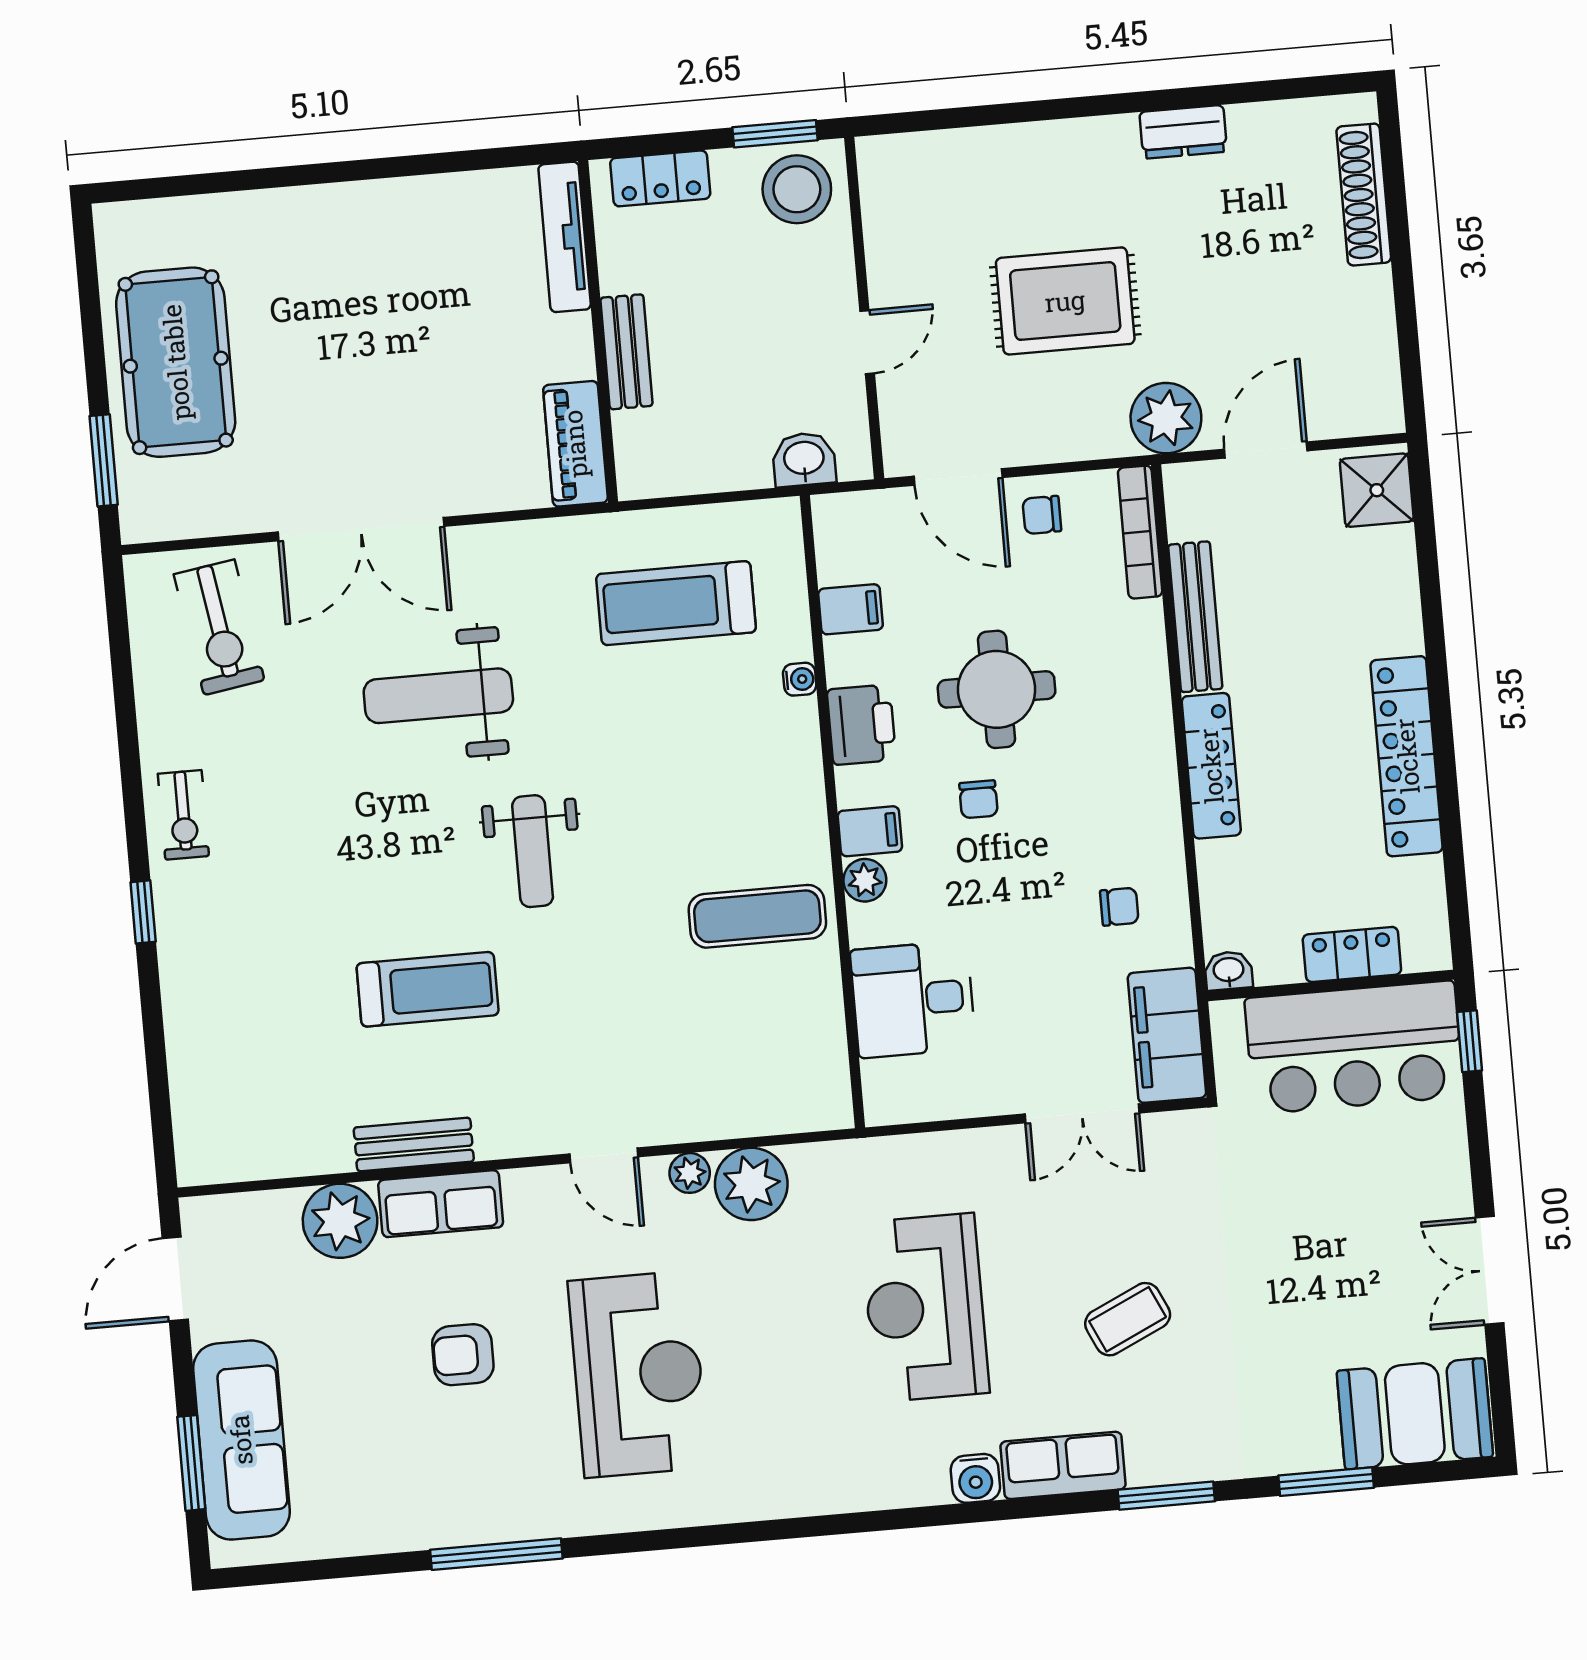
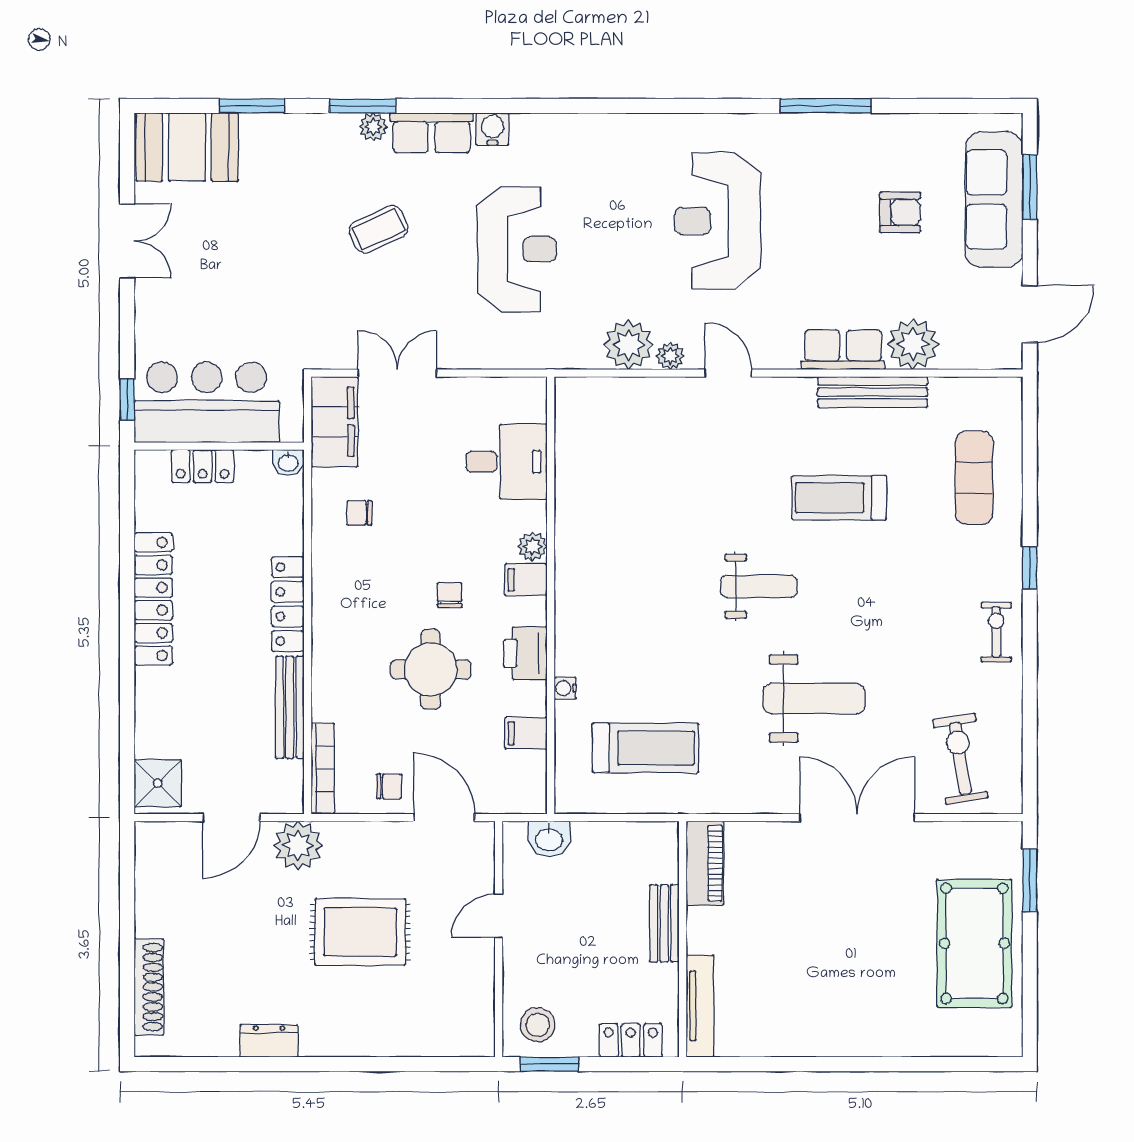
stool: (797, 189) -> (538, 1025), width x0.73, depth x0.73
weight bench: (533, 851) -> (759, 586), turned 90
exercise mat: (757, 916) -> (974, 478), moved, turned 90
bench: (414, 1144) -> (873, 392), width x1.36
armchair: (463, 1355) -> (900, 212), moved
plant: (1148, 1467) -> (373, 127), added

